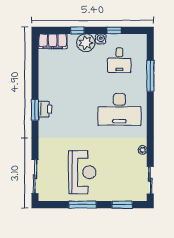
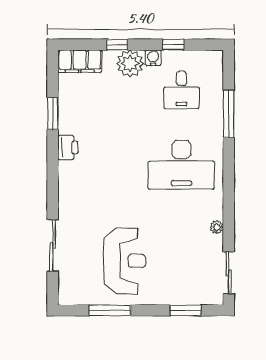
printer: (45, 109) -> (68, 148), moved
window: (35, 110) -> (53, 114), moved
sliding door: (35, 177) -> (53, 246), moved
window: (83, 205) -> (110, 310), moved

